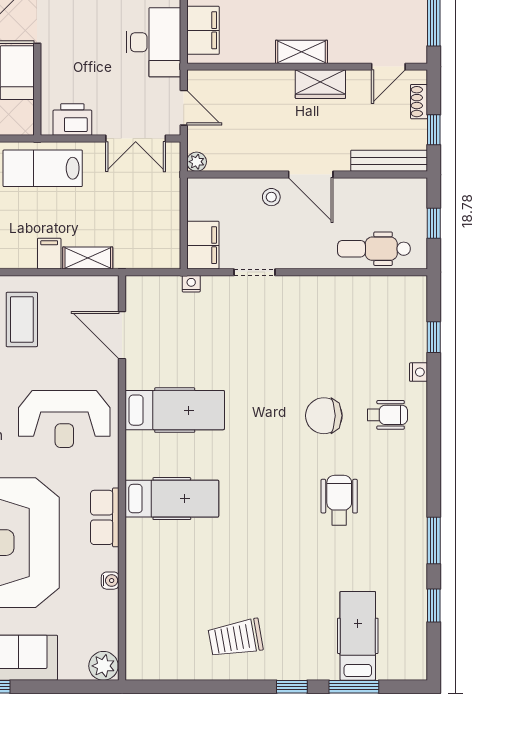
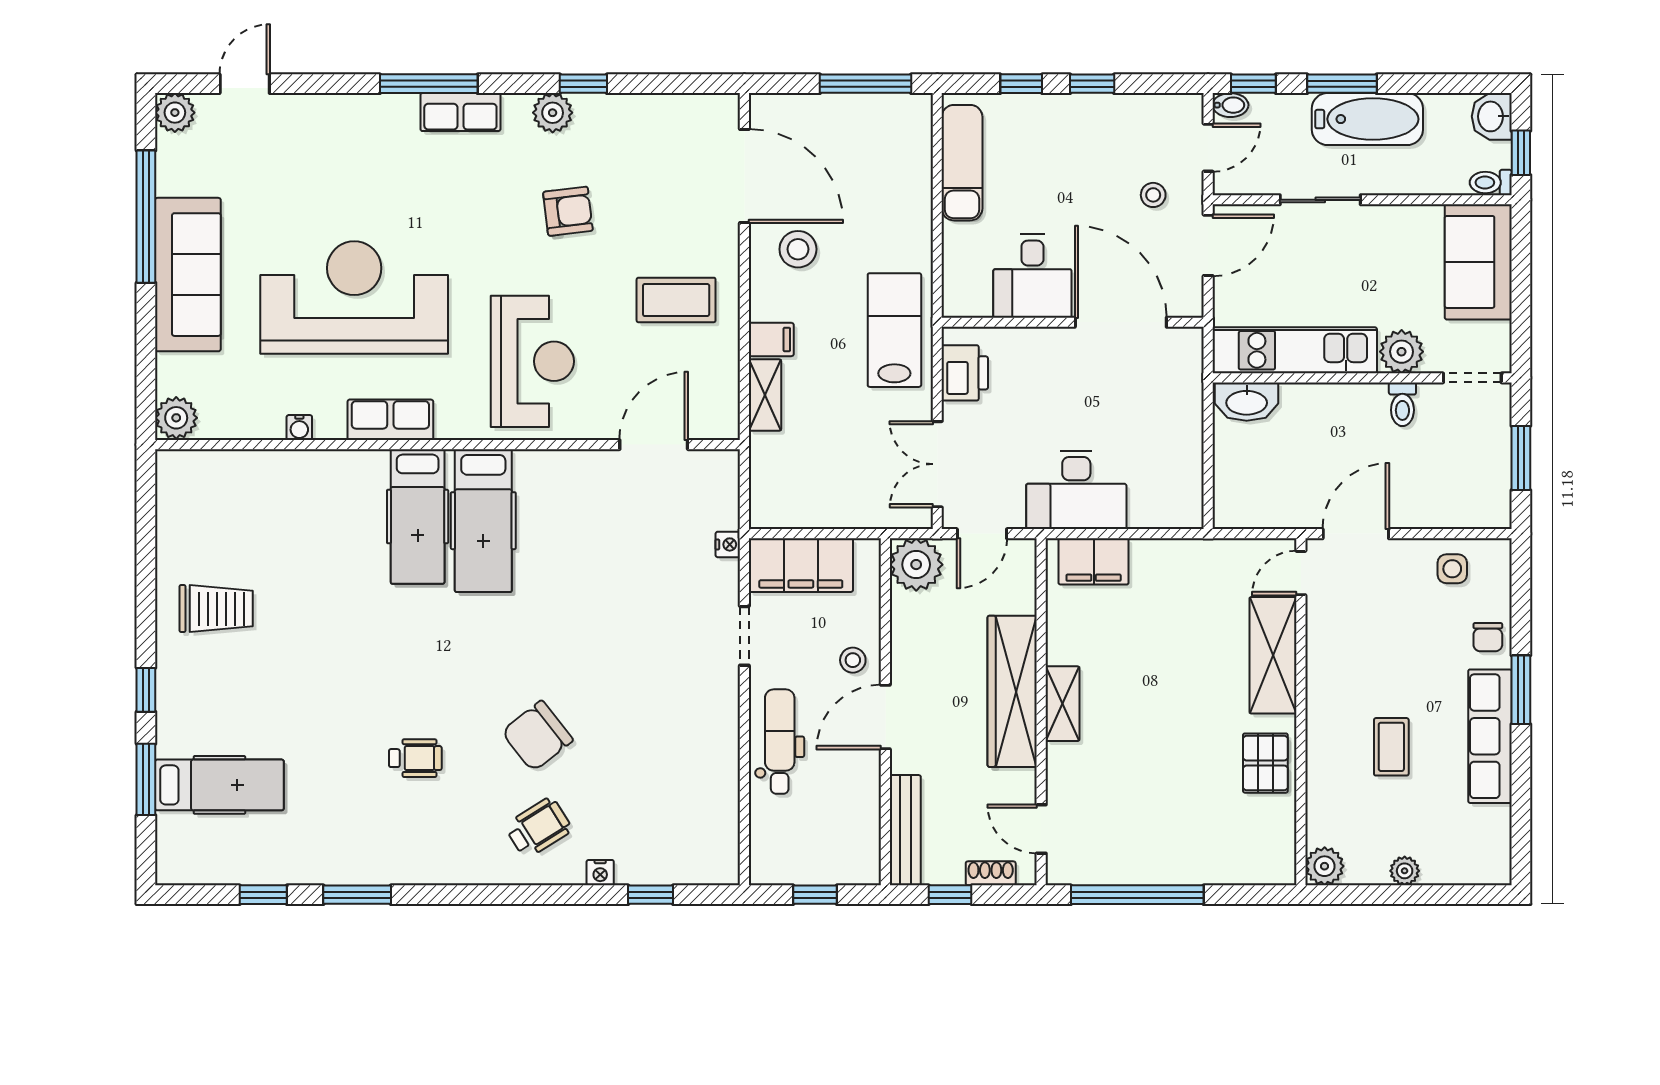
wardrobe: (320, 84) -> (1012, 691), width x2.10, depth x1.17
plant: (197, 162) -> (916, 565), width x1.88, depth x1.88
filing cabinet: (203, 245) -> (801, 565), width x1.50, depth x1.17
dental chair: (374, 249) -> (780, 742), moved
hospital bed: (175, 410) -> (483, 521), moved
wheelchair: (387, 415) -> (538, 828), turned -122
chair: (324, 416) -> (537, 736), turned -128
reception desk: (64, 419) -> (532, 361), turned 180
wheelchair: (339, 500) -> (415, 758), width x0.73, depth x0.73
trolley: (236, 638) -> (216, 609), turned 100

